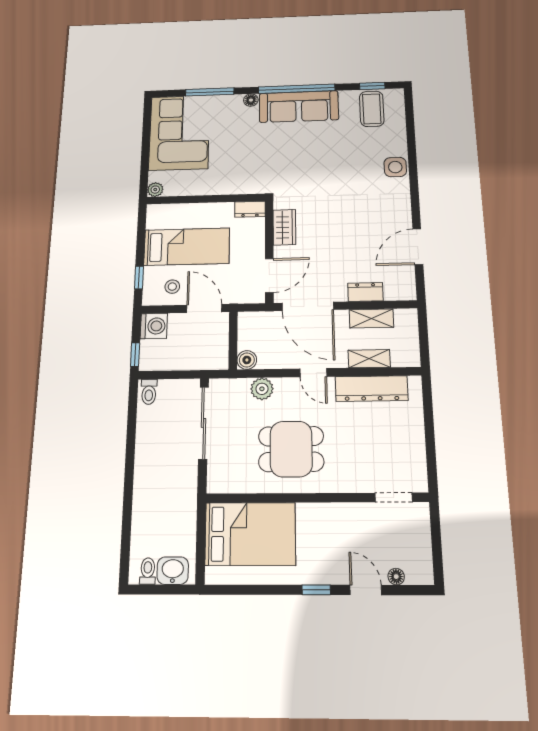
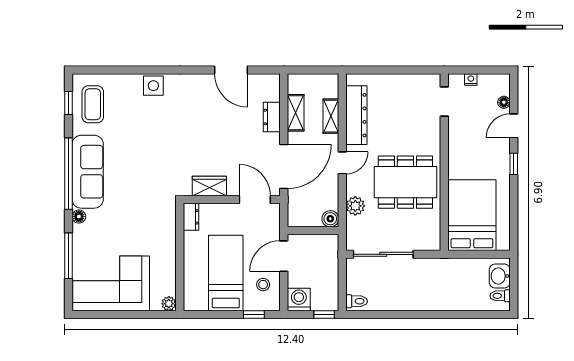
coffee table: (372, 109) -> (93, 104), turned 90
dining table: (291, 449) -> (405, 182), width x1.38
nightstand: (423, 532) -> (471, 79), added

